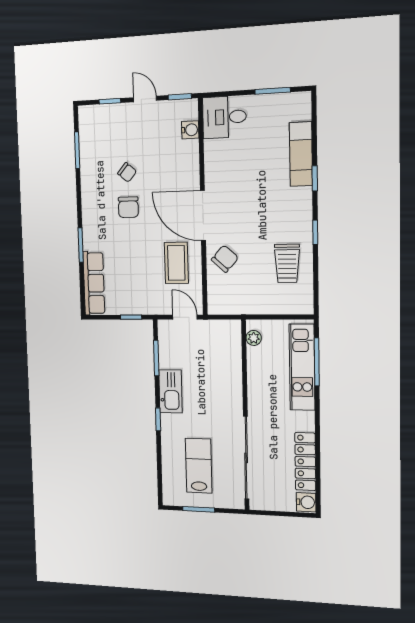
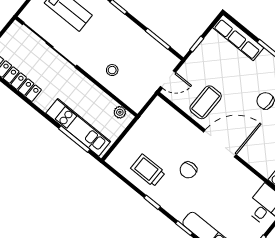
chair: (225, 259) -> (188, 170), moved, turned 48
coffee table: (176, 263) -> (206, 102), turned 90
stool: (220, 378) -> (112, 70), added
kitchen sink: (170, 391) -> (130, 30), removed

